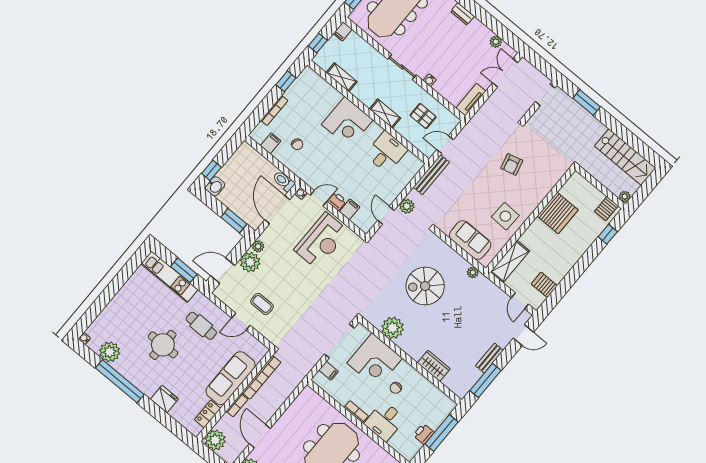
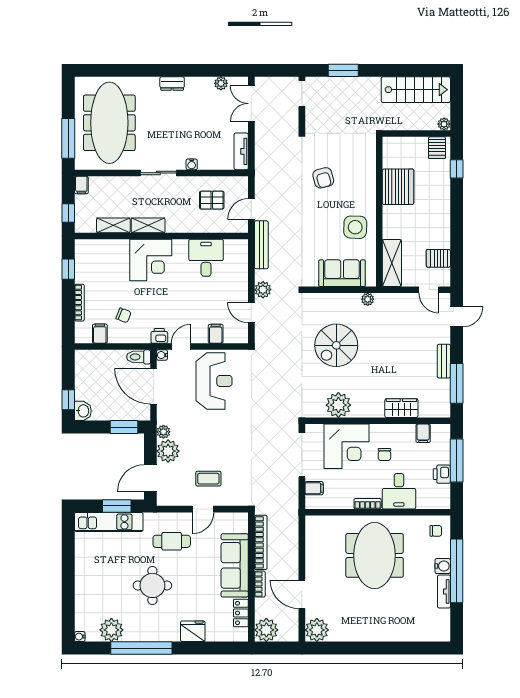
shelving: (385, 114) -> (148, 225), moved
printer: (337, 201) -> (159, 336), moved
filing cabinet: (434, 395) -> (423, 433), added

